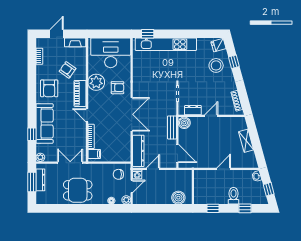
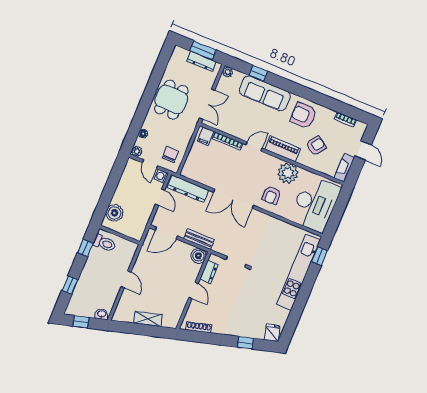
stool: (216, 65) -> (250, 320), removed
toilet: (234, 196) -> (104, 243), moved

